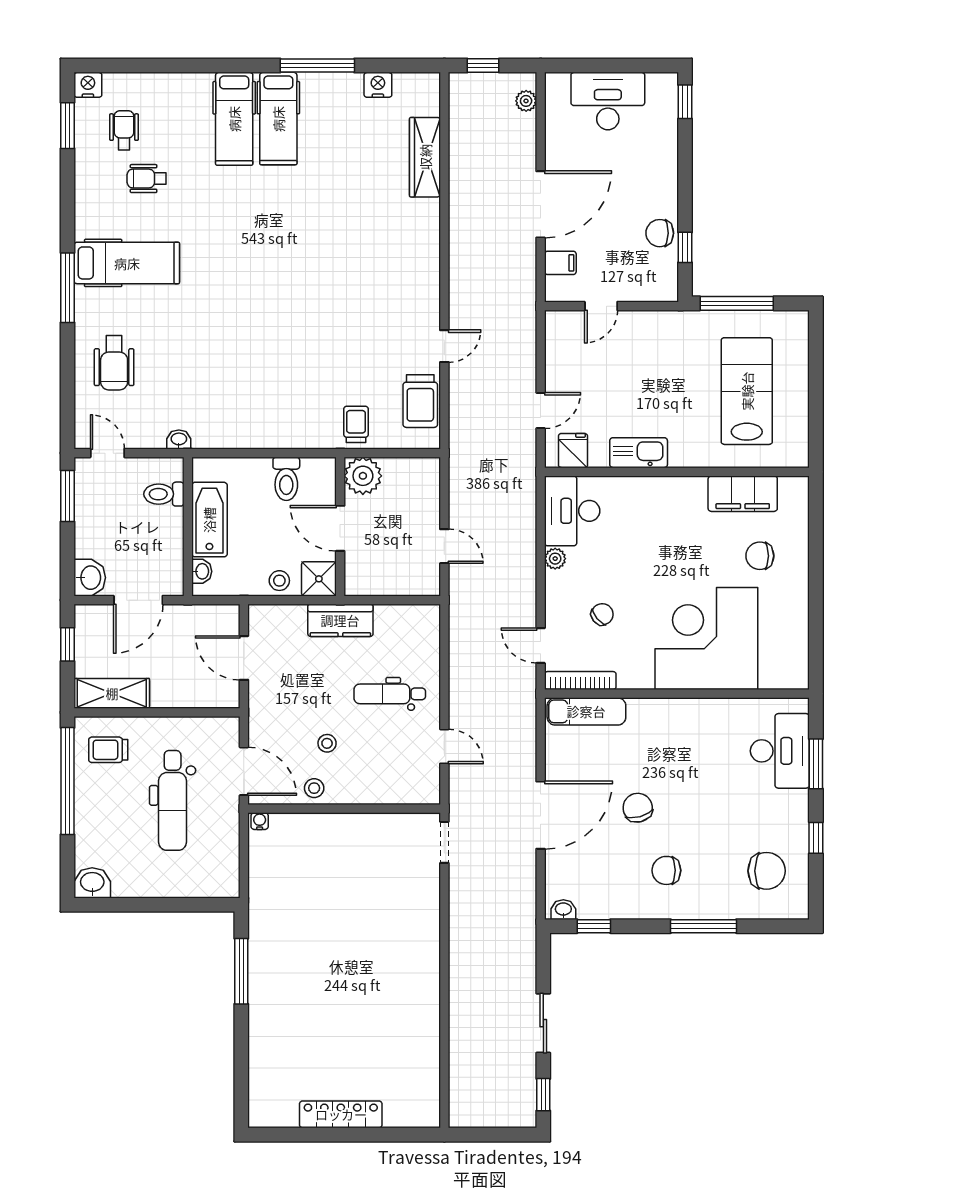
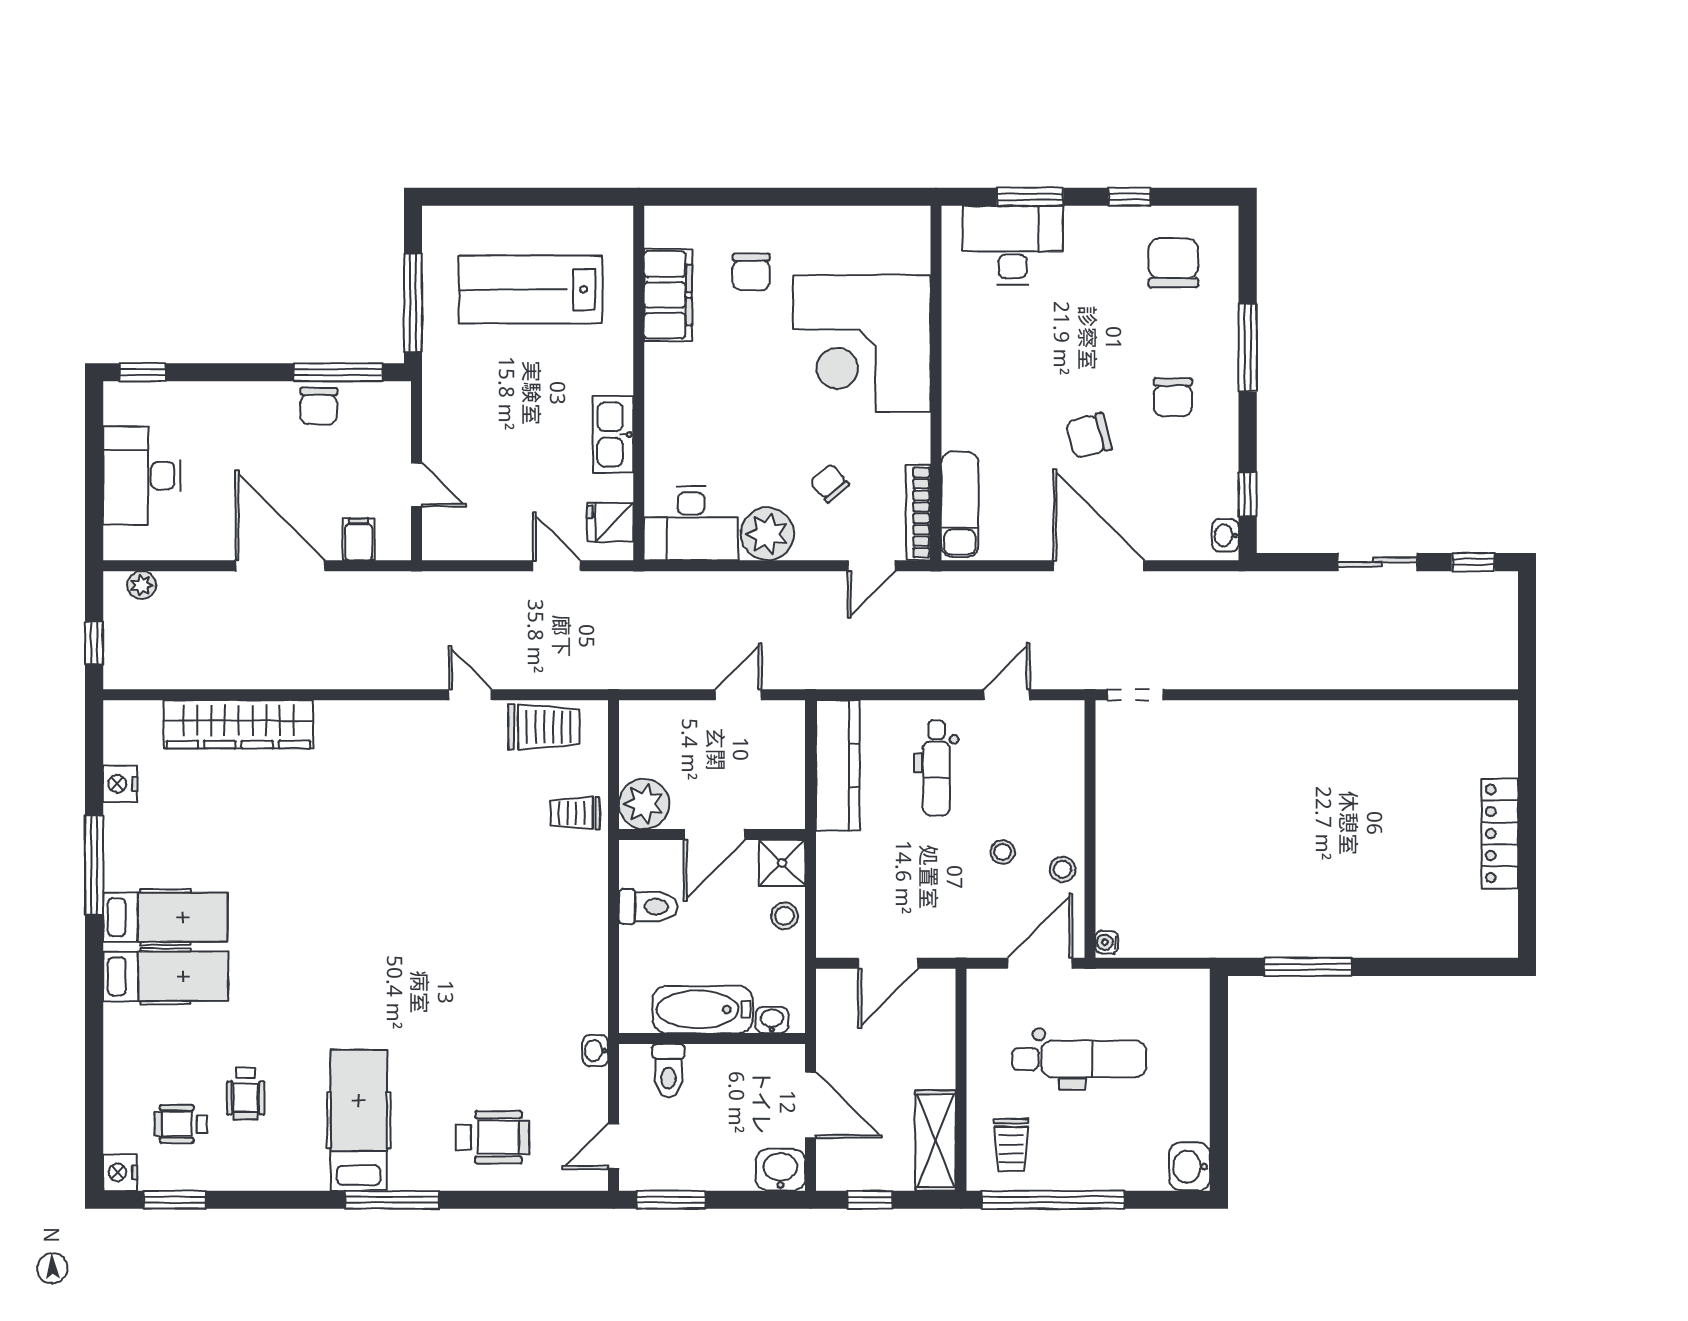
wardrobe: (425, 157) -> (238, 724), width x1.40, depth x1.17
window: (685, 247) -> (338, 372), width x2.17
plant: (555, 559) -> (767, 534), width x1.88, depth x1.88
kitchen counter: (340, 620) -> (838, 765), moved, width x1.50

